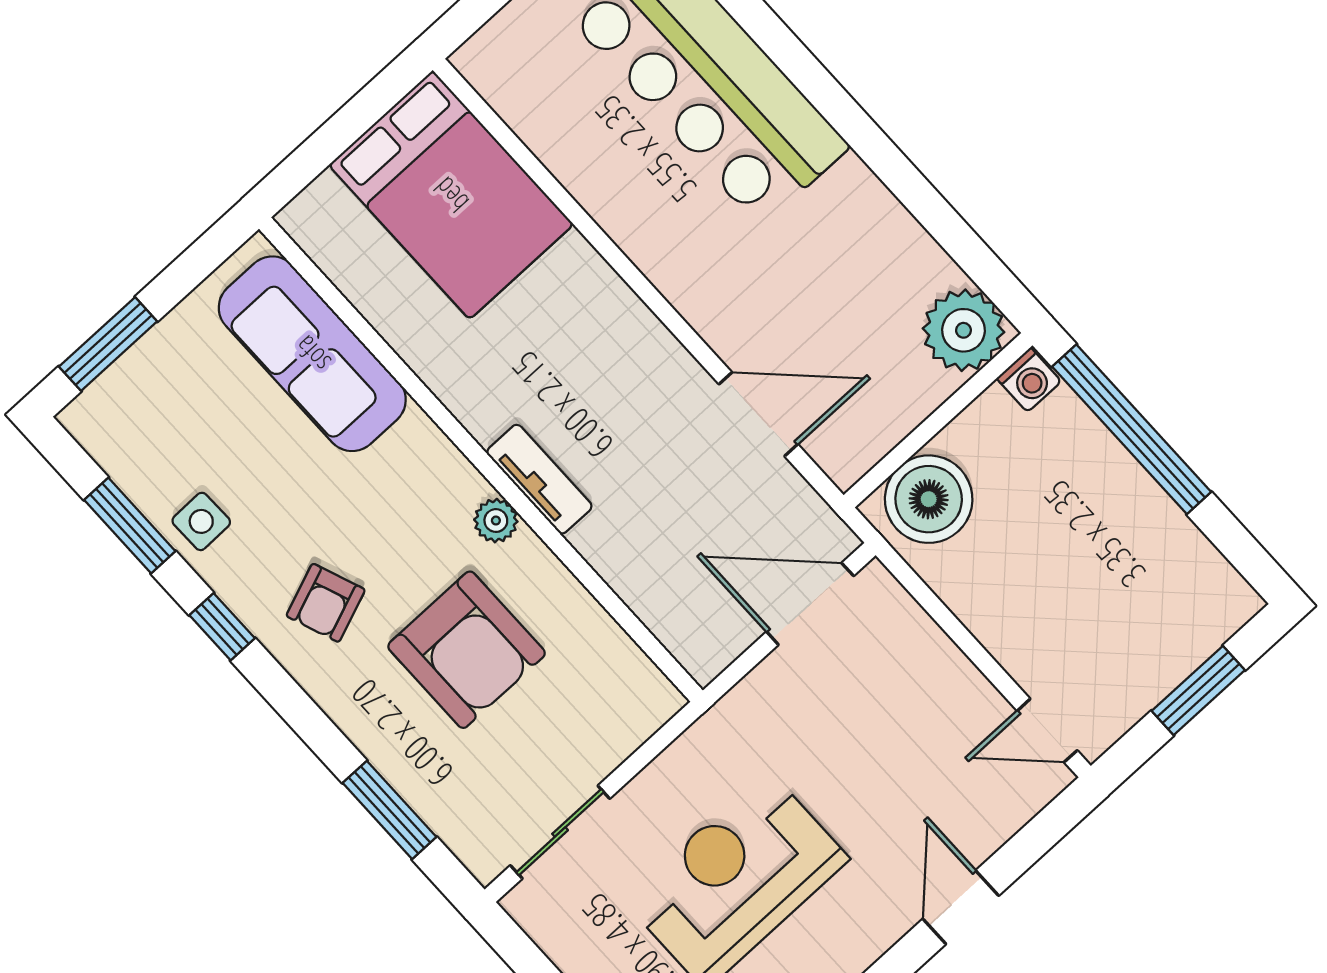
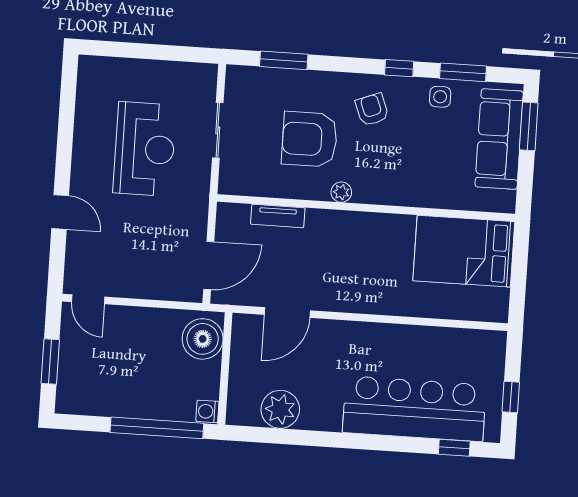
bed: (451, 195) -> (464, 251), moved
plant: (964, 330) -> (280, 409), moved
sofa: (312, 354) -> (499, 139), moved, turned -90
tv unit: (539, 479) -> (278, 216), moved
door: (1047, 731) -> (88, 299), swing flipped
sliding door: (560, 832) -> (218, 130), moved

